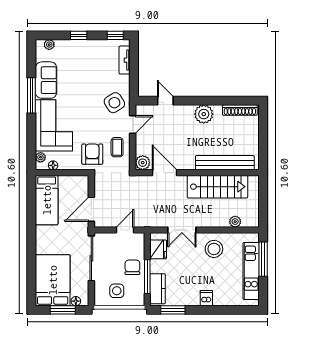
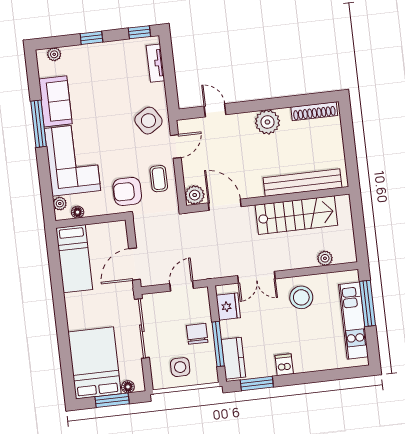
armchair: (92, 154) -> (127, 191), turned -90
dishwasher: (206, 298) -> (284, 365), moved

